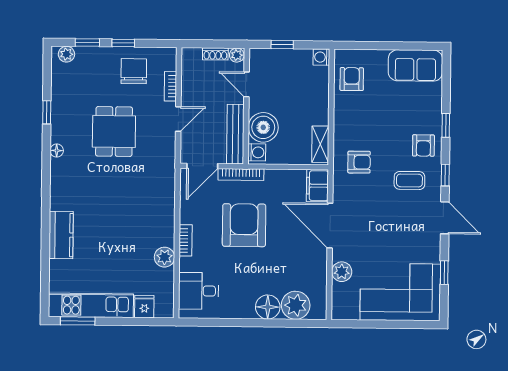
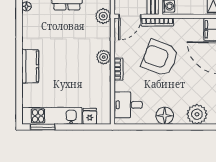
plant: (165, 165) -> (103, 16), added
armchair: (244, 225) -> (160, 58), turned -69
plant: (164, 257) -> (104, 57), moved
floor lamp: (268, 307) -> (165, 116), moved

